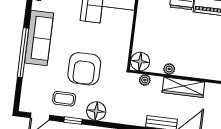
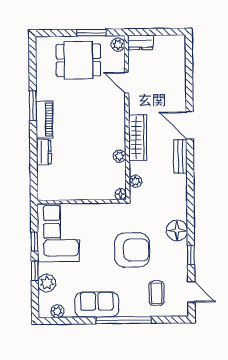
sofa: (39, 38) -> (97, 305), width x0.73
floor lamp: (140, 62) -> (121, 194), width x0.53, depth x0.53
coffee table: (64, 99) -> (157, 293), moved

